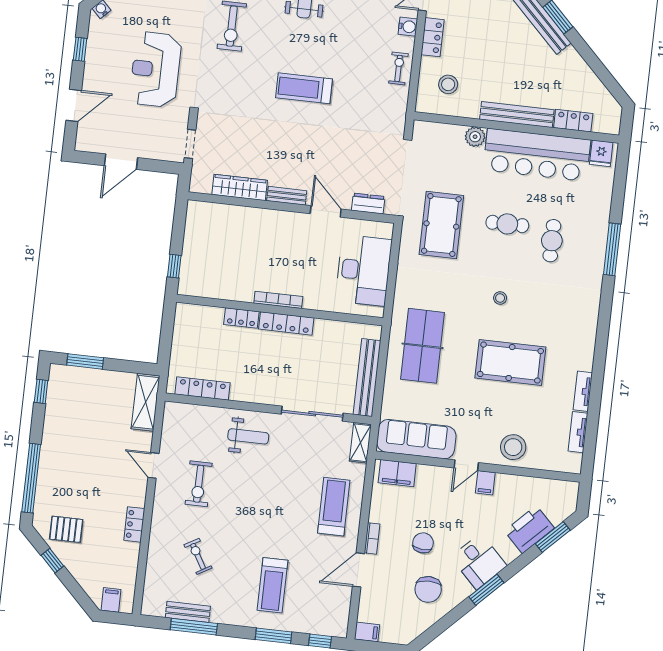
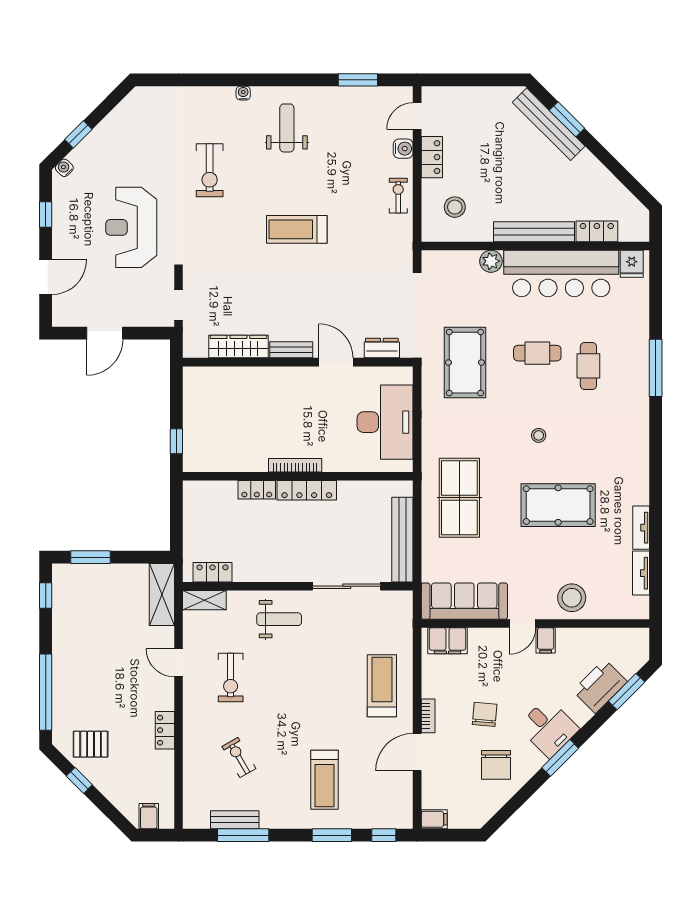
locker: (202, 388) -> (213, 572), width x0.66
shelving: (360, 443) -> (204, 600), moved, turned 90

